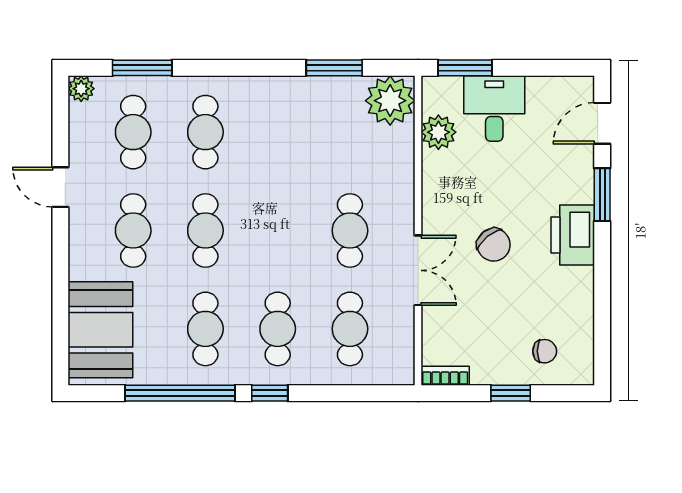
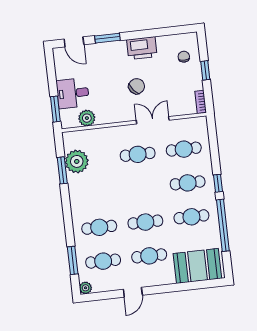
plant: (390, 101) -> (77, 161), moved
printer: (573, 235) -> (142, 48), moved

